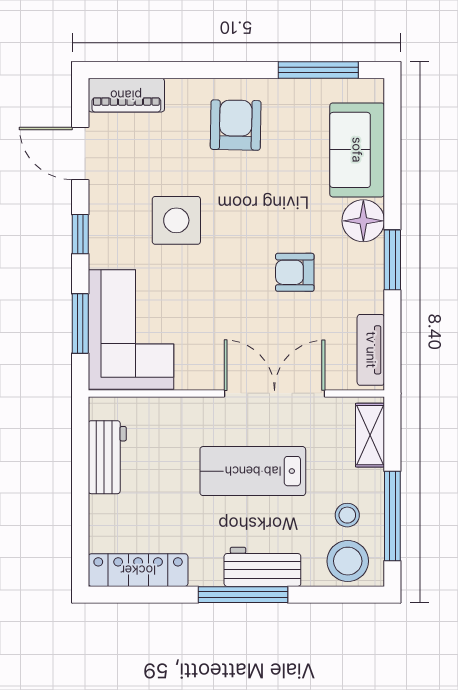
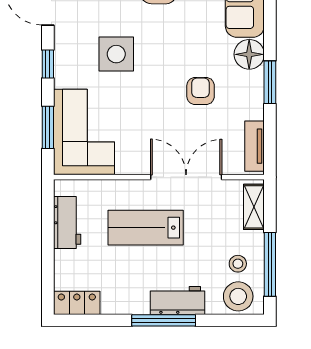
armchair: (295, 272) -> (201, 91), turned 90
lab bench: (253, 471) -> (146, 228), moved
locker: (138, 570) -> (77, 303), width x0.66

